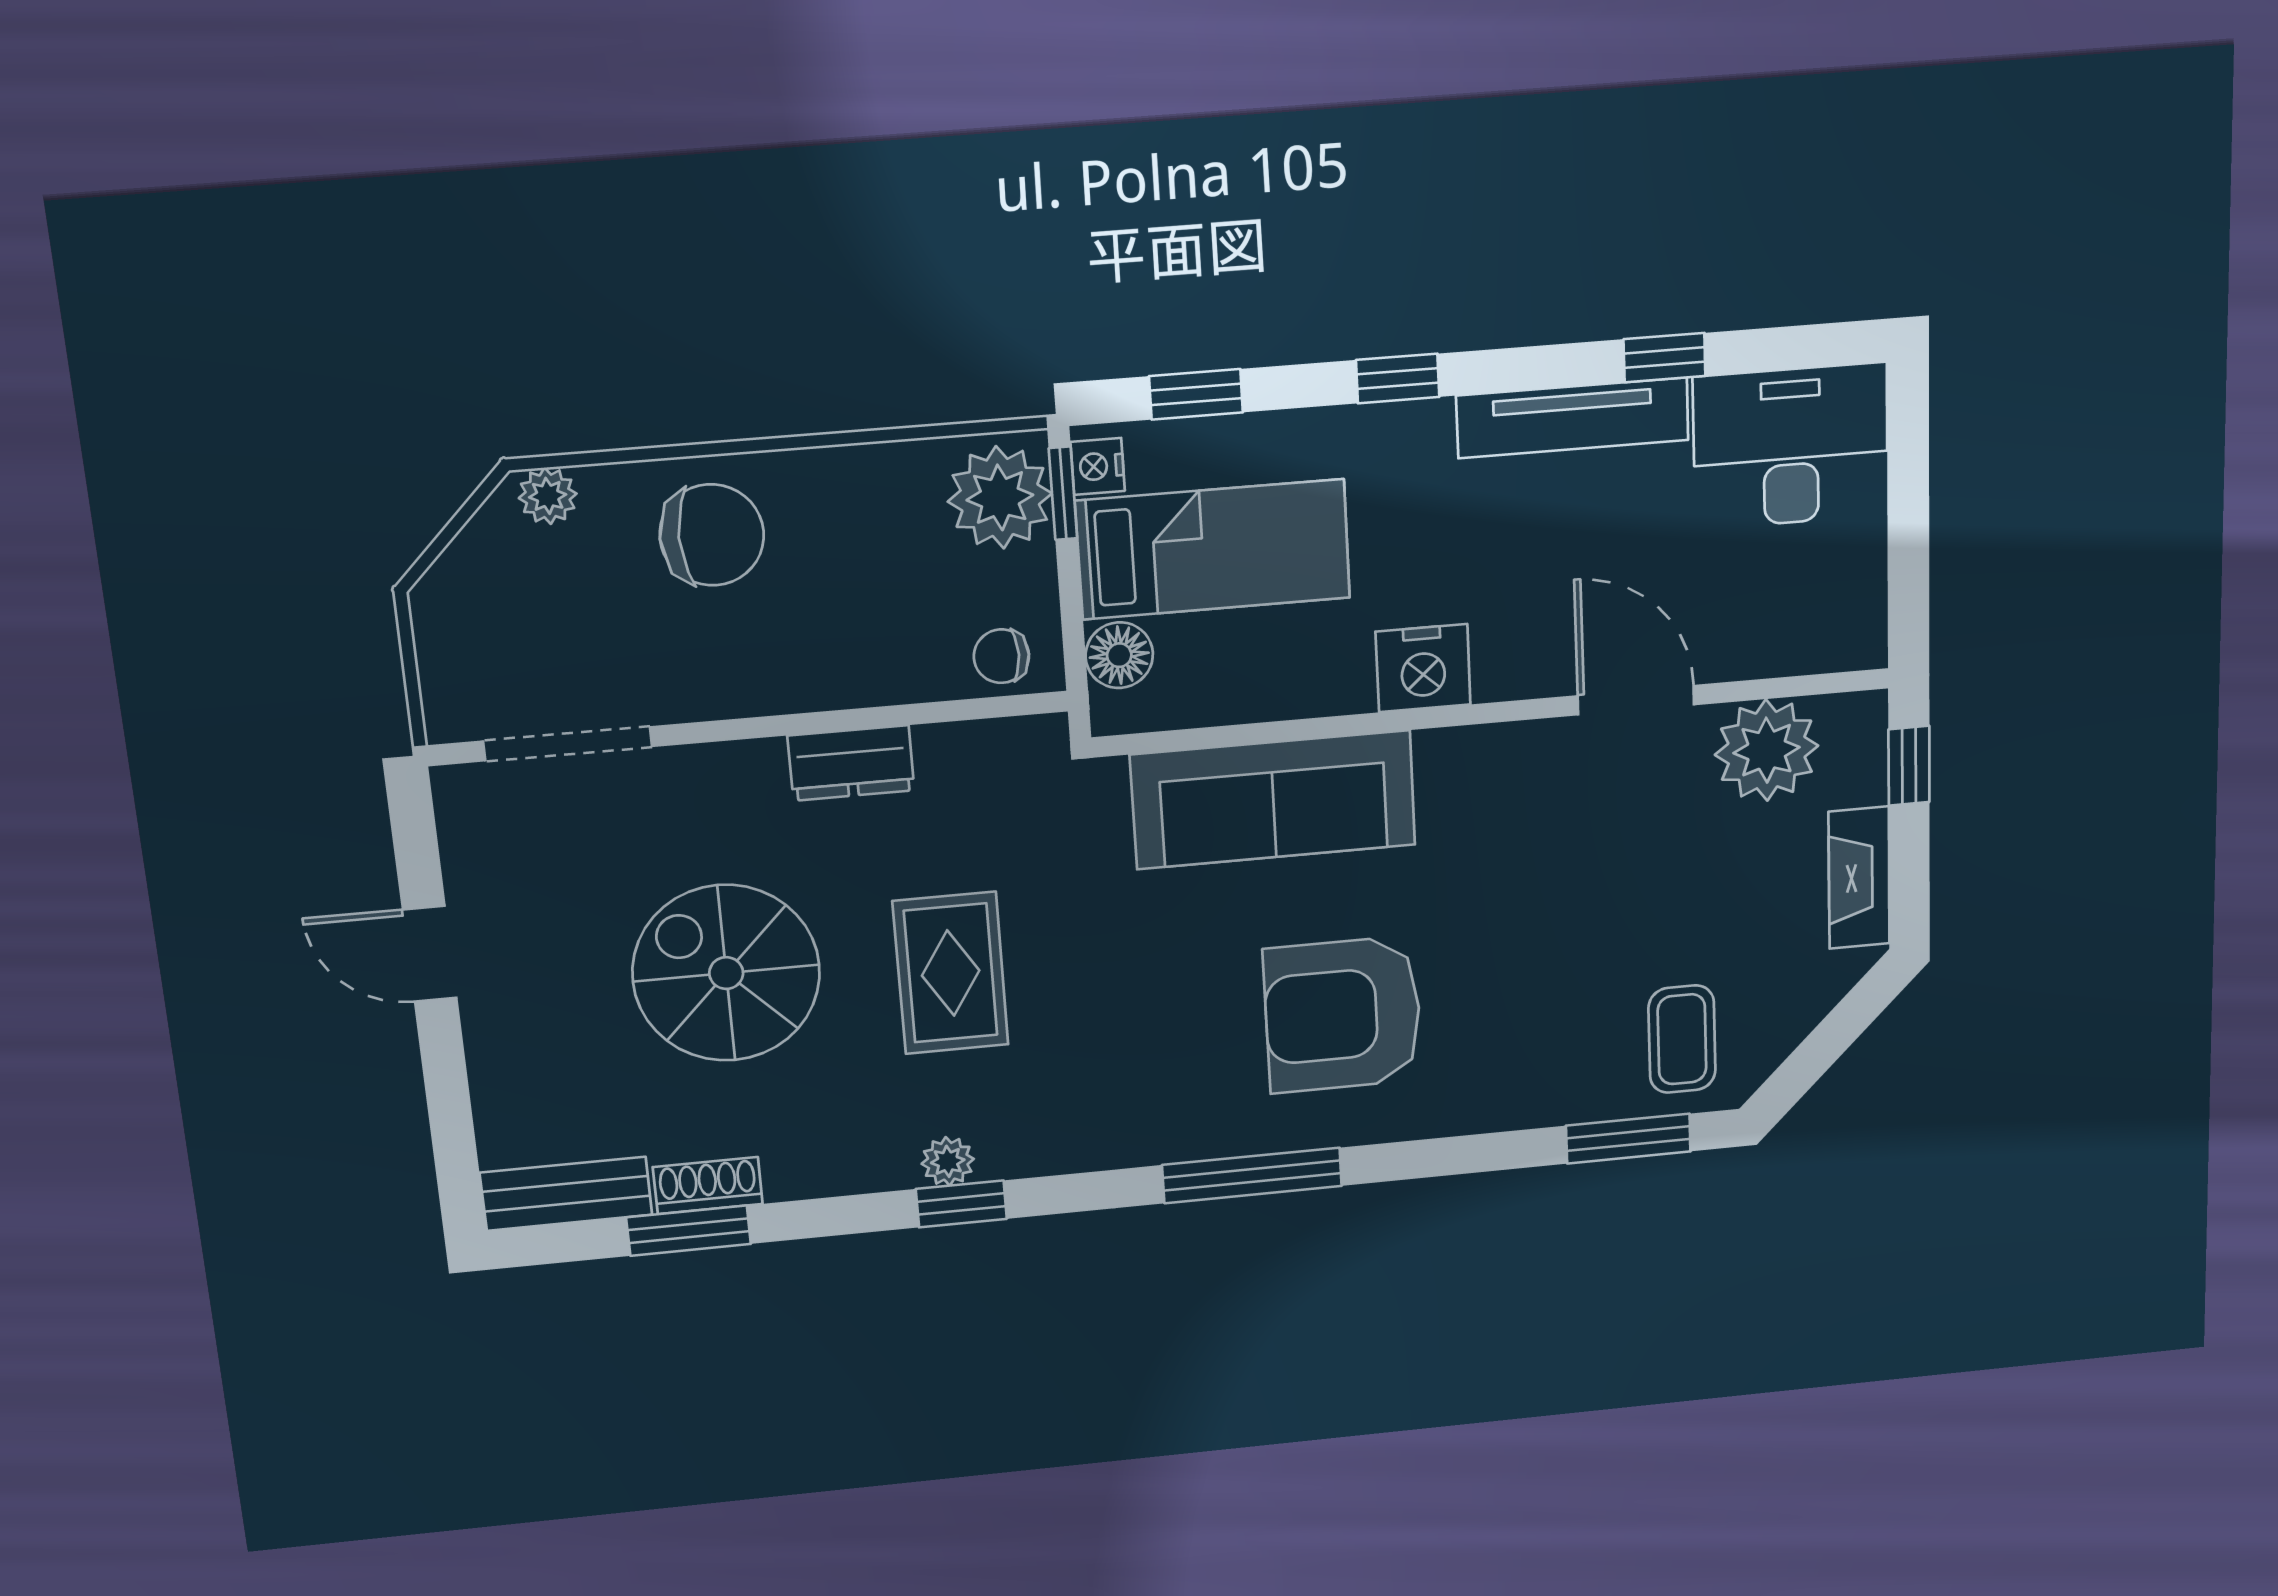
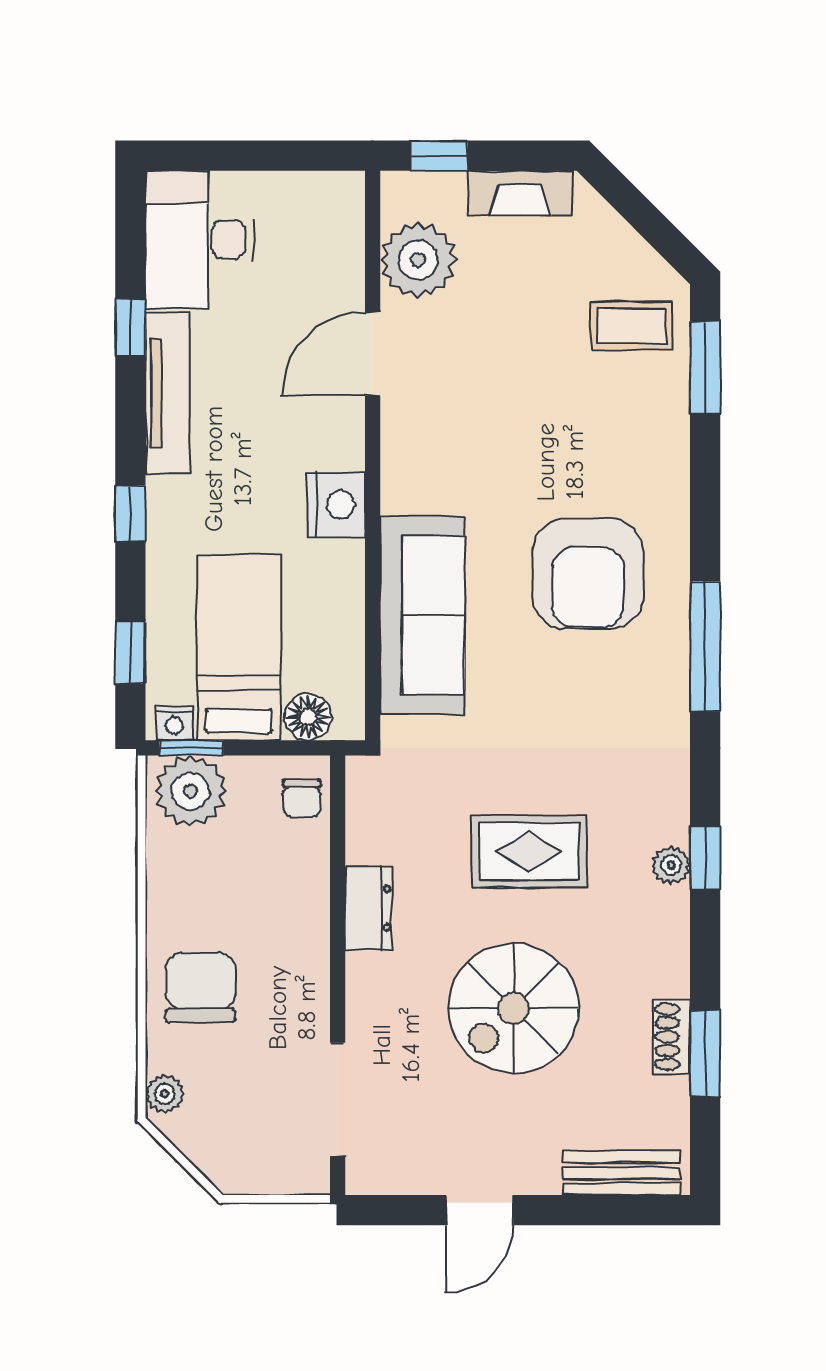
bench: (566, 1194) -> (621, 1173), moved, turned 90

